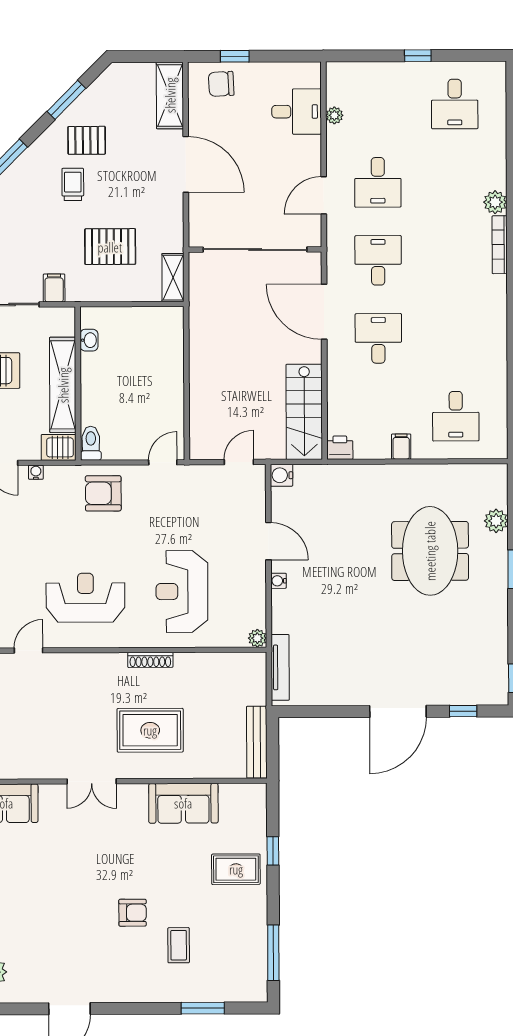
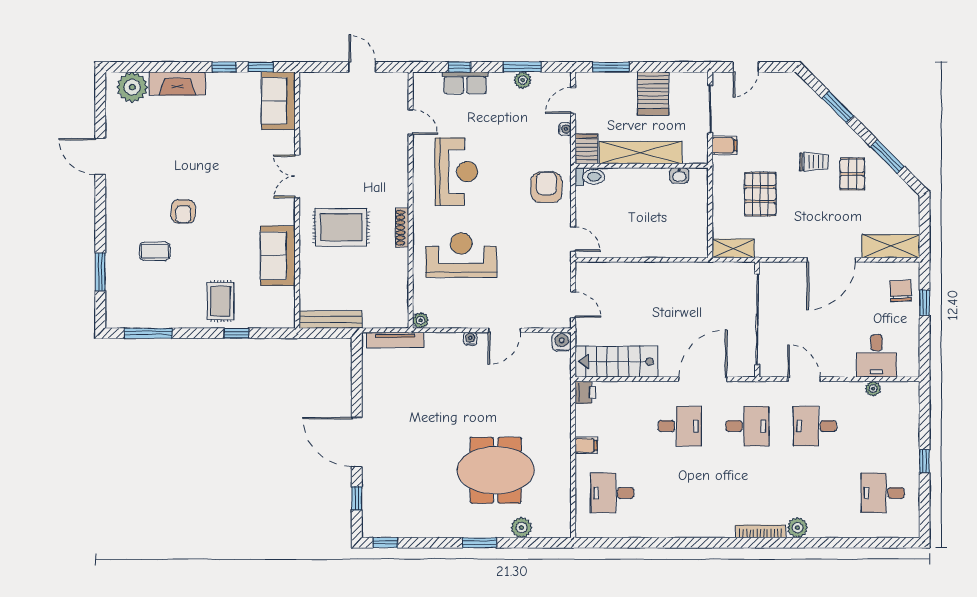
rug: (150, 730) -> (341, 227), turned 90

